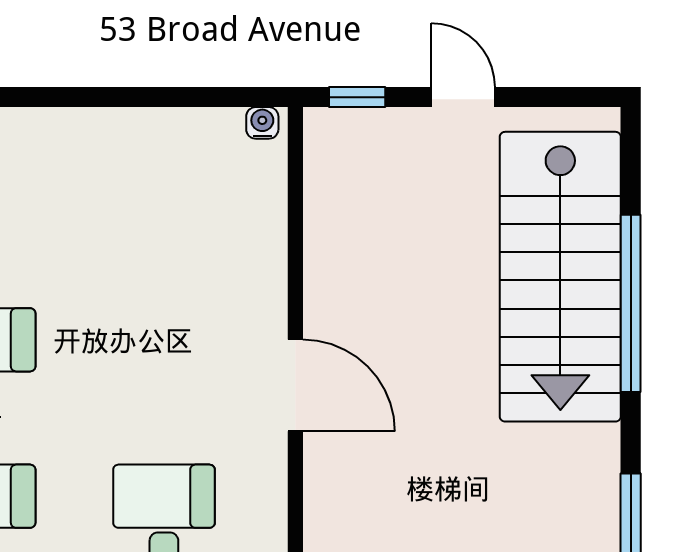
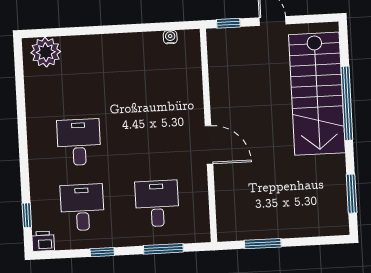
water cooler: (262, 123) -> (170, 37), moved

